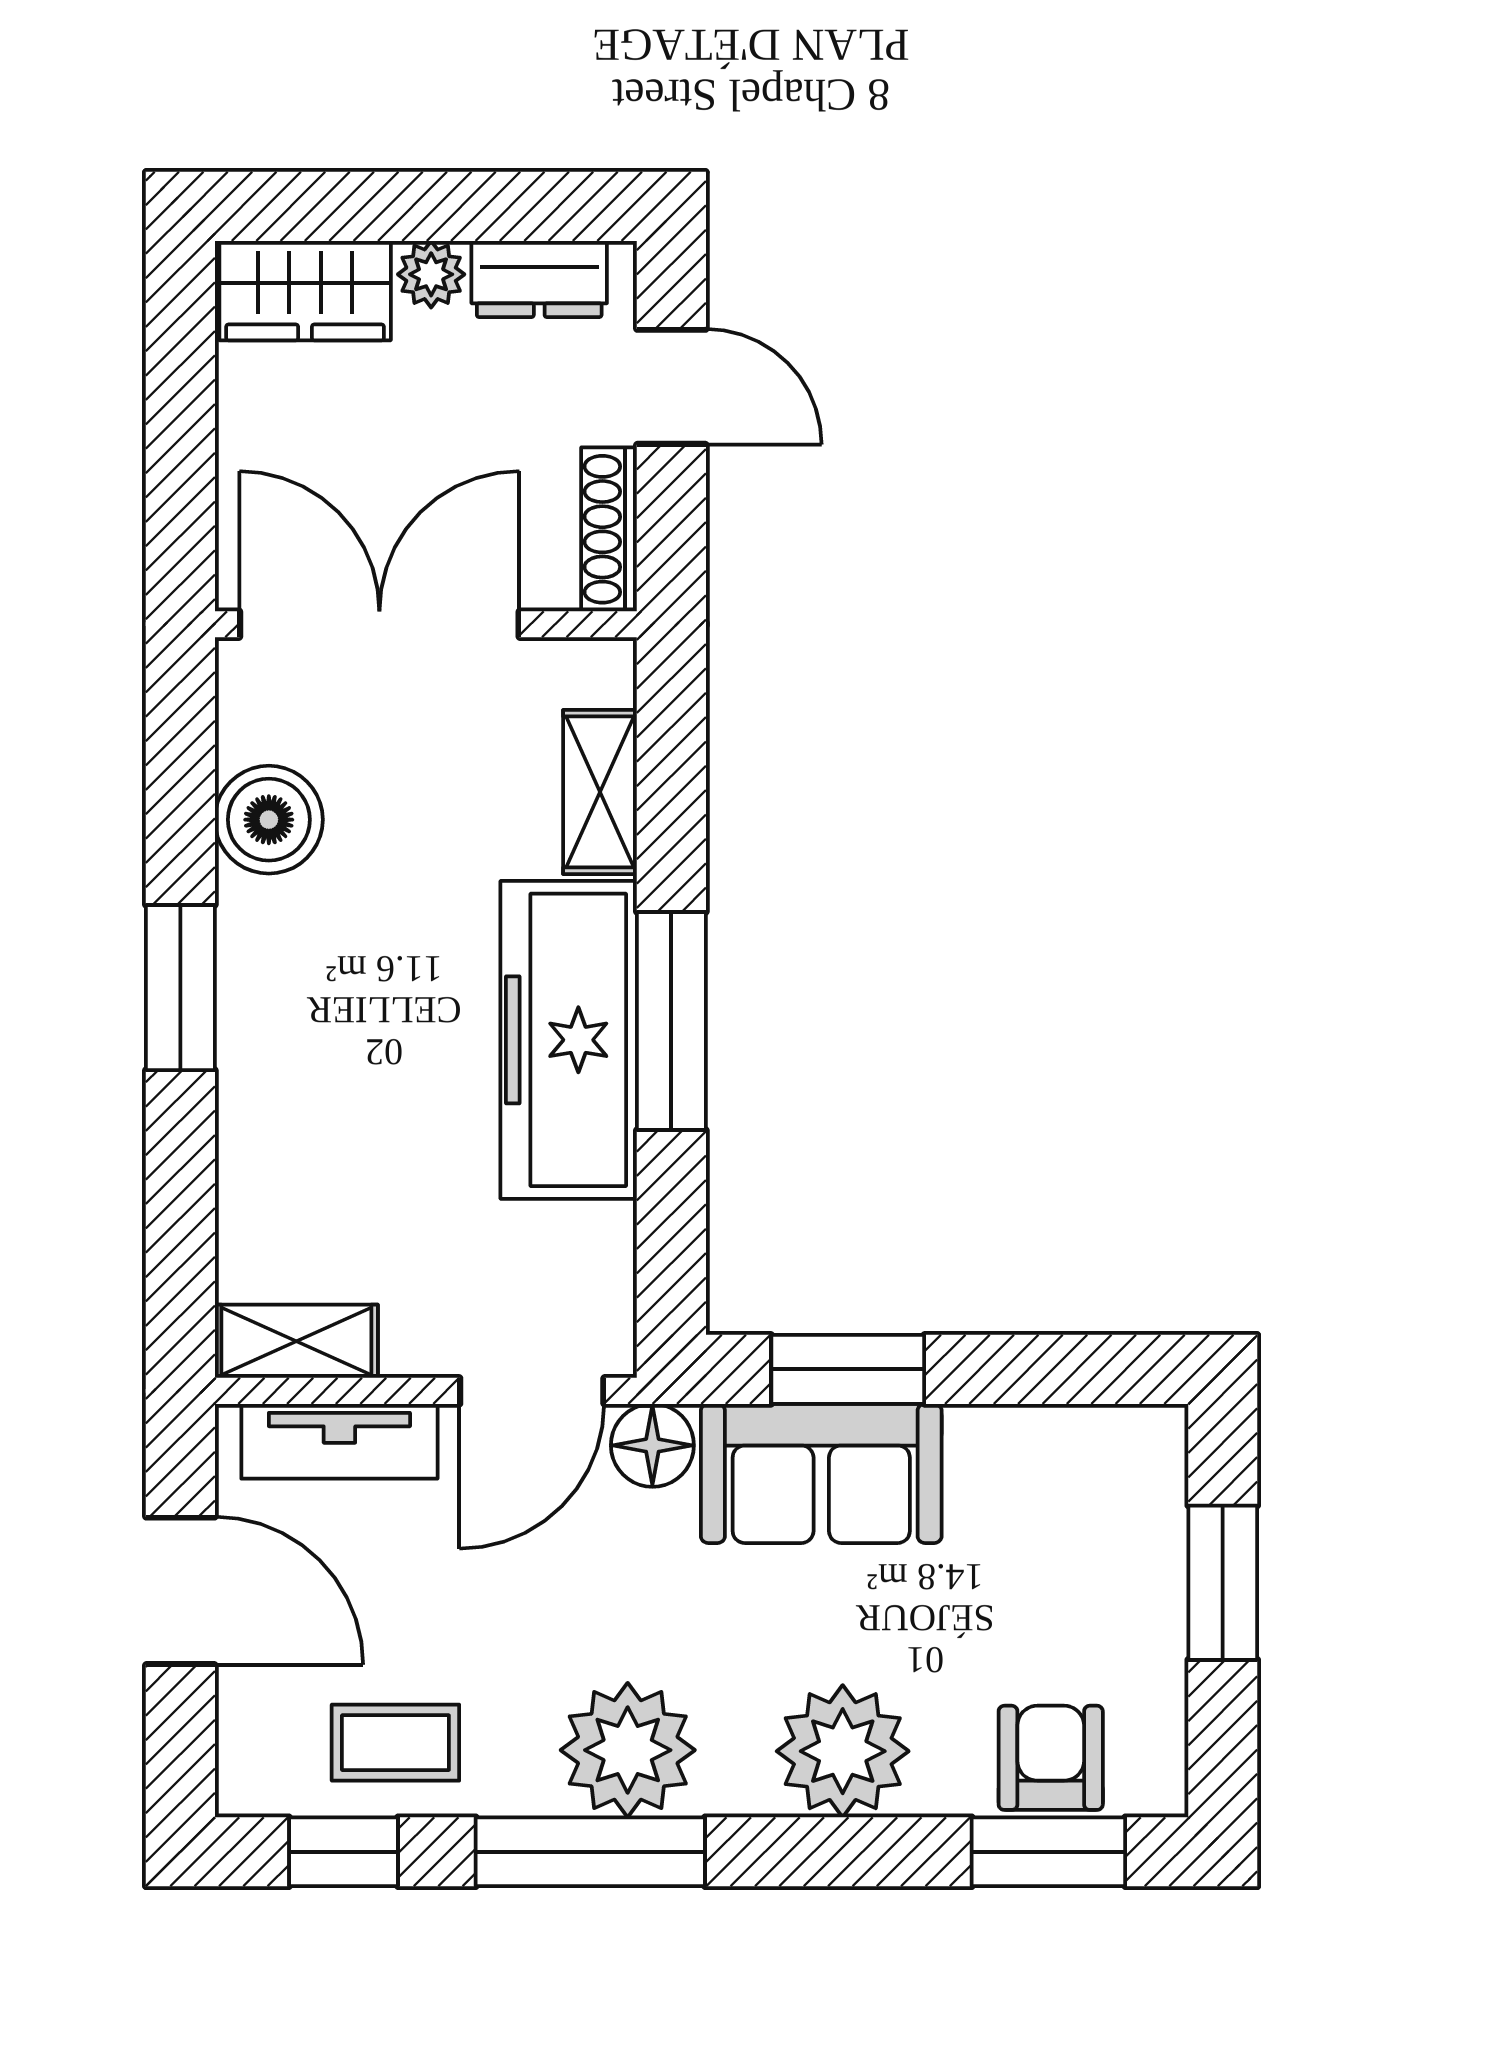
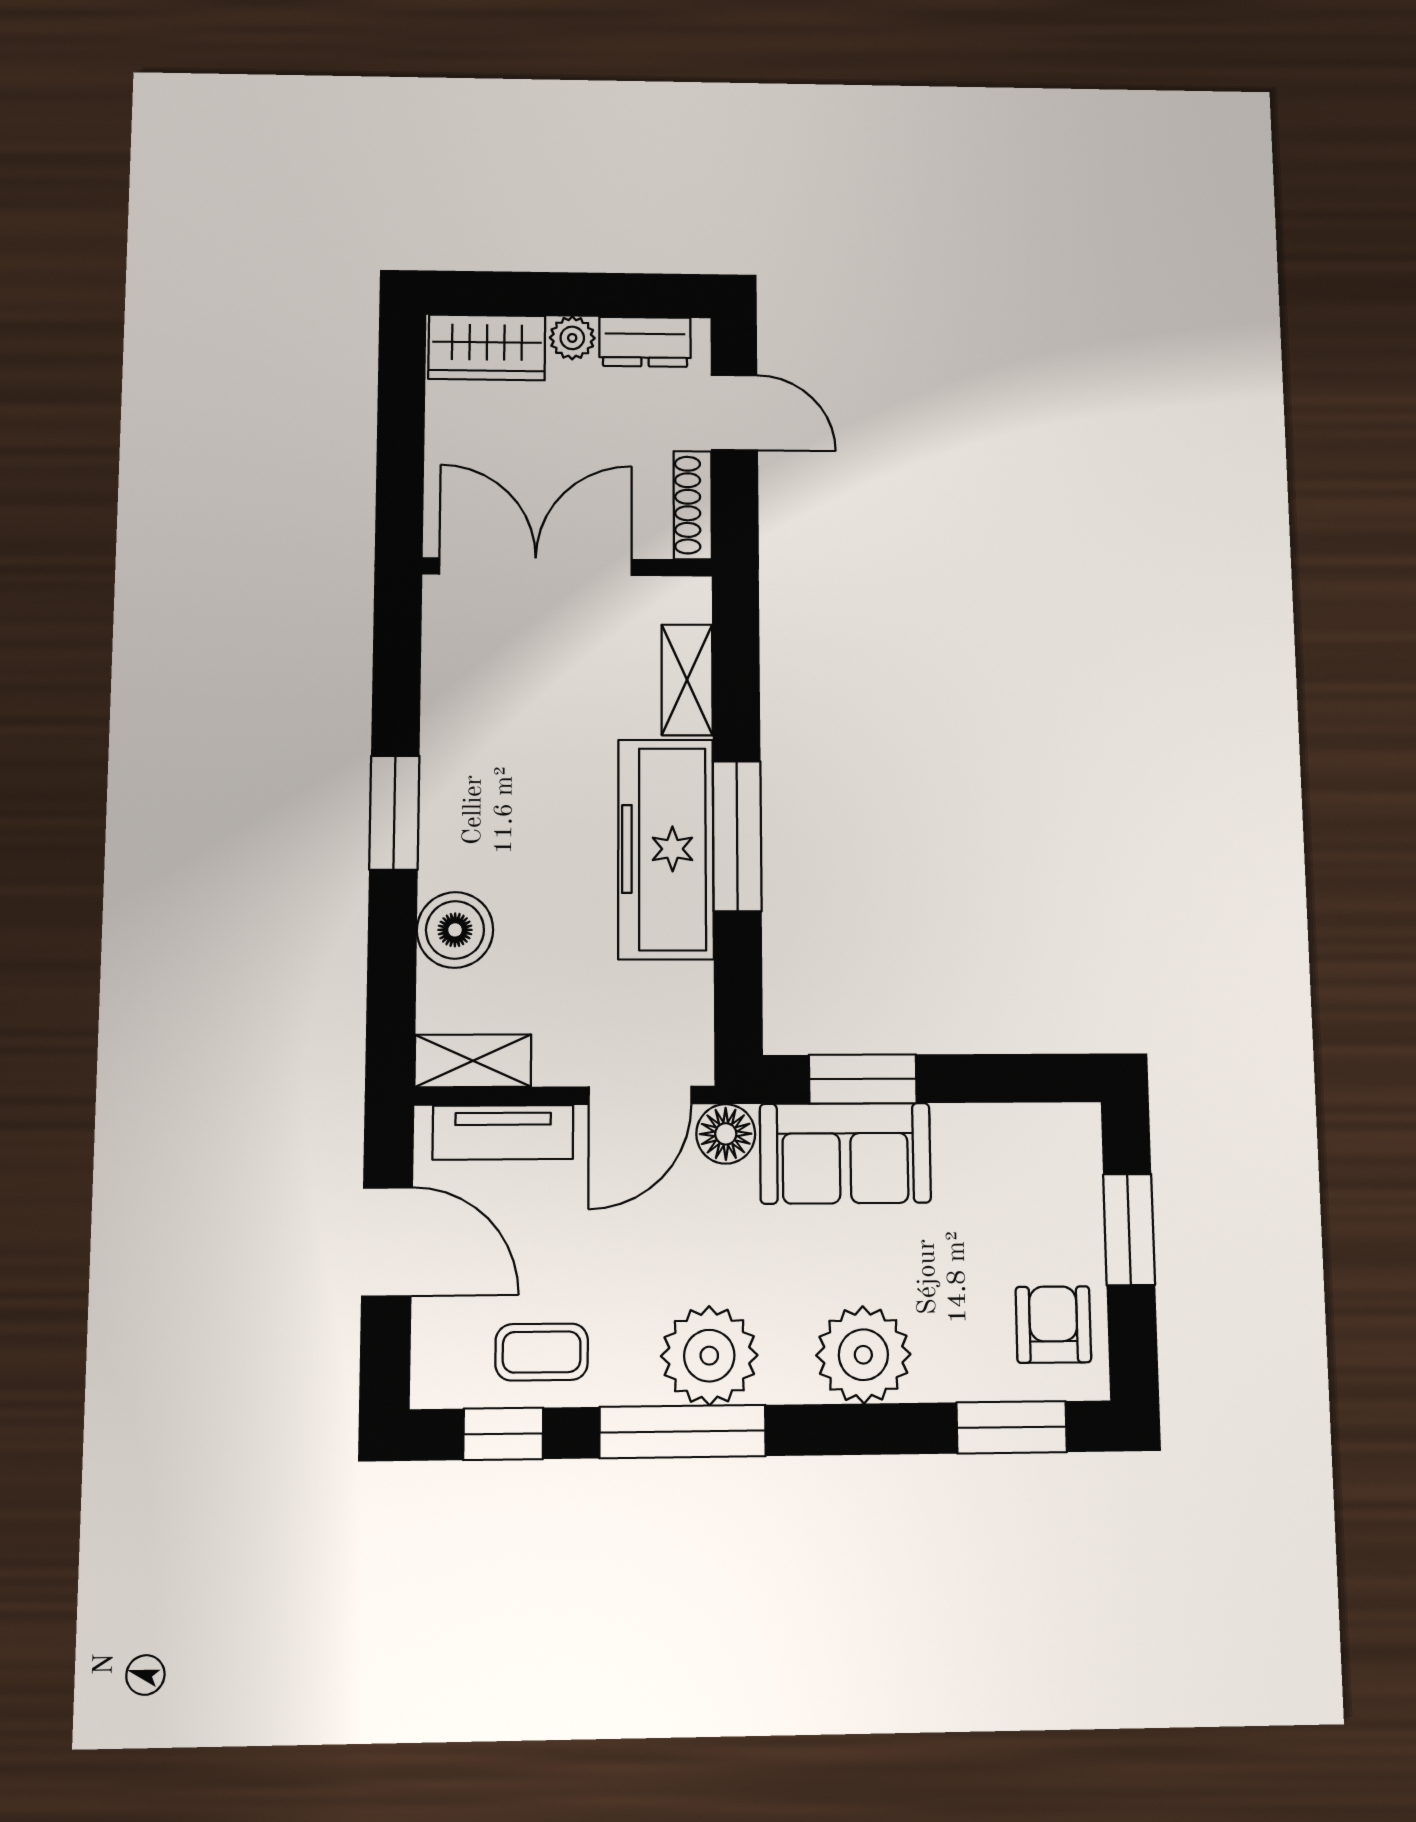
boiler: (269, 820) -> (455, 930), moved
armchair: (1051, 1758) -> (1053, 1325), moved

